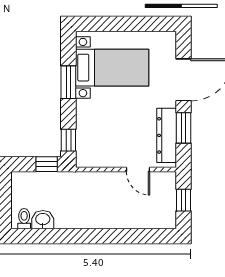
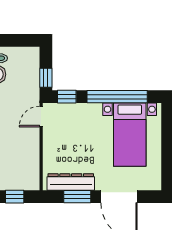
window: (68, 82) -> (117, 97), width x2.11
door: (138, 170) -> (41, 117), moved

